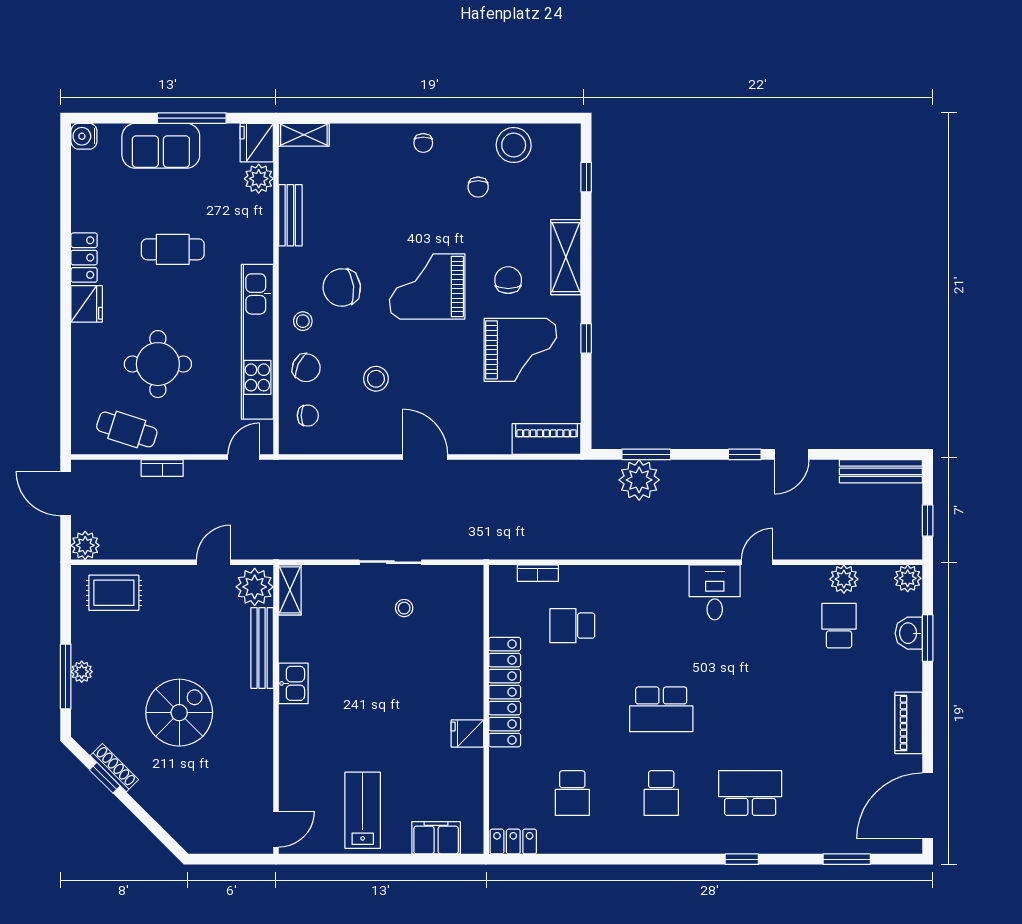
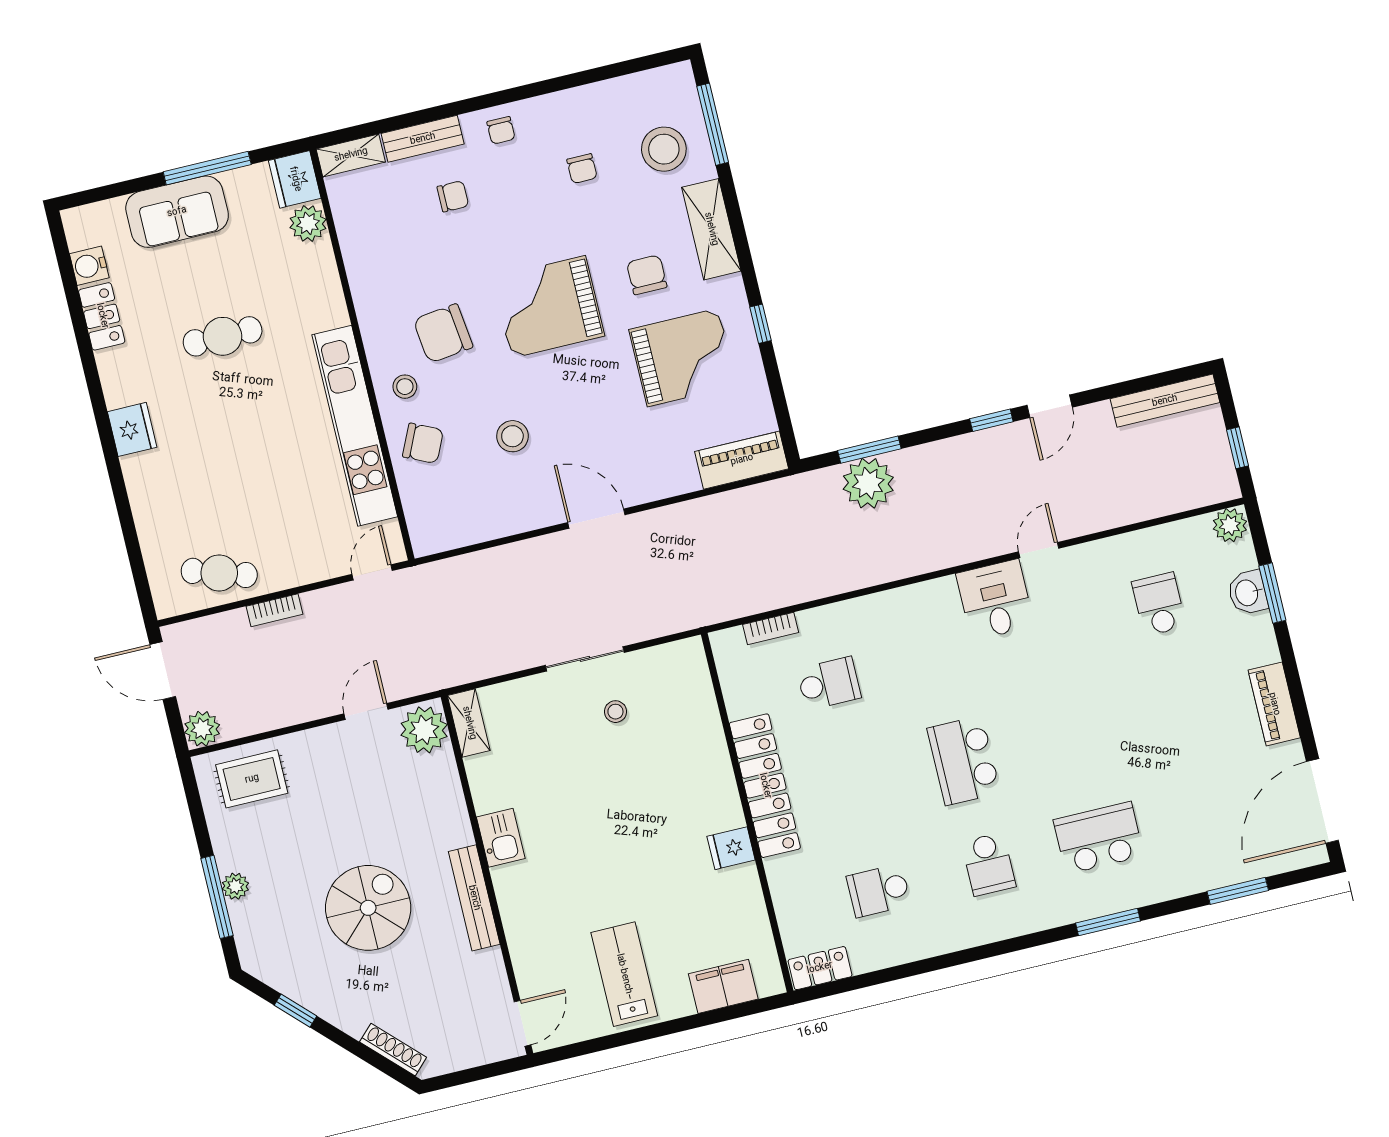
water cooler: (84, 136) -> (89, 266), moved
stool: (514, 145) -> (664, 149), moved
window: (586, 177) -> (713, 124), width x2.17
bench: (290, 215) -> (423, 139), moved, turned 90
locker: (84, 258) -> (102, 316), moved
round table: (158, 364) -> (238, 483), removed
chair: (308, 416) -> (453, 196), moved
plant: (844, 579) -> (1151, 545), removed
school desk: (572, 626) -> (829, 683), turned 180
bench: (262, 648) -> (474, 898), moved
school desk: (661, 709) -> (964, 761), turned 90
shoe rack: (114, 768) -> (393, 1050), moved
school desk: (572, 793) -> (879, 891), turned 90
window: (742, 859) -> (1108, 922), width x1.50

